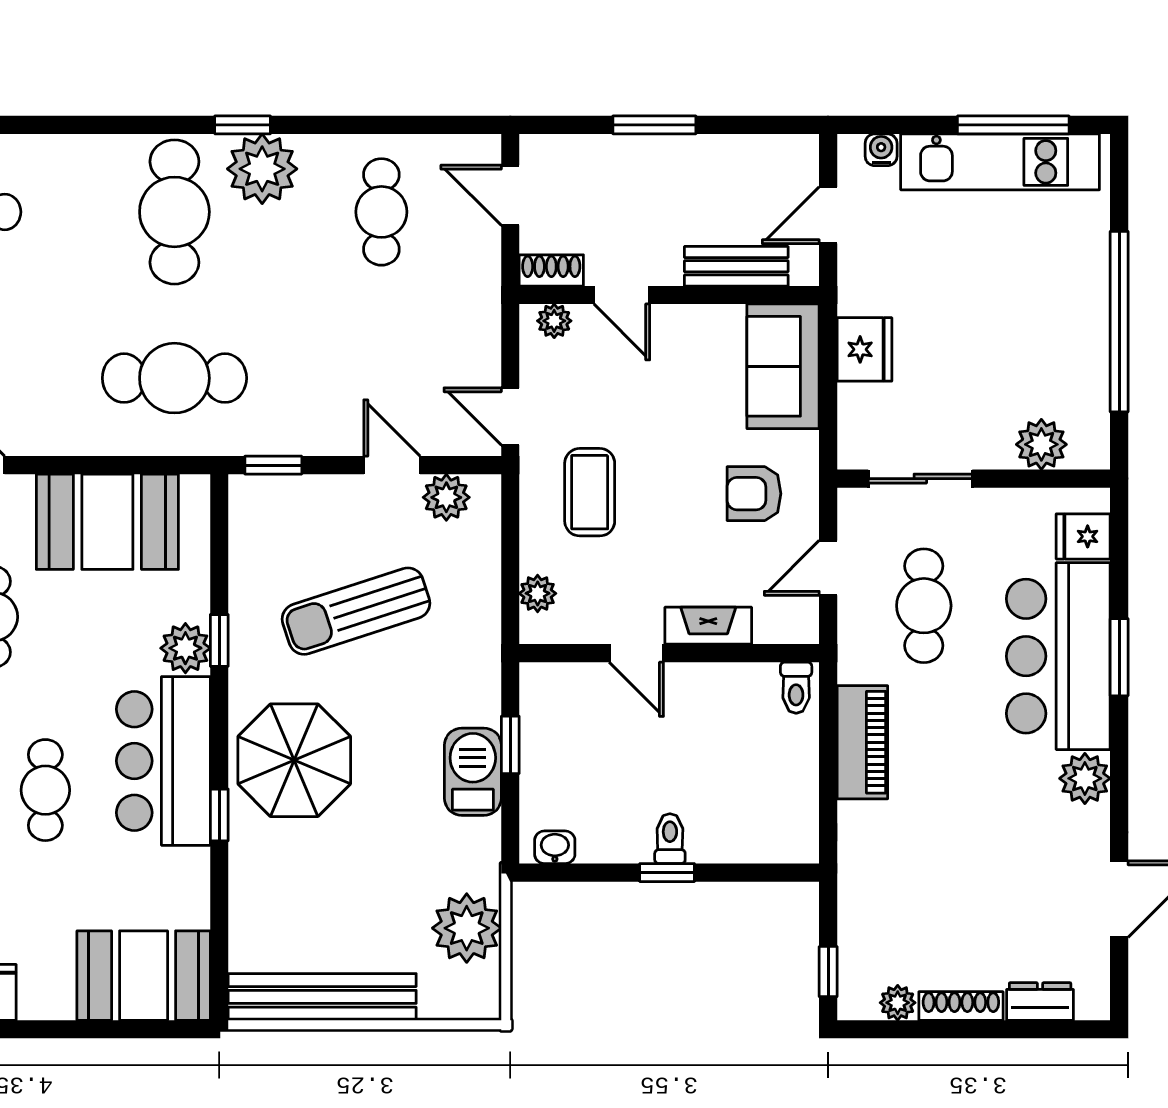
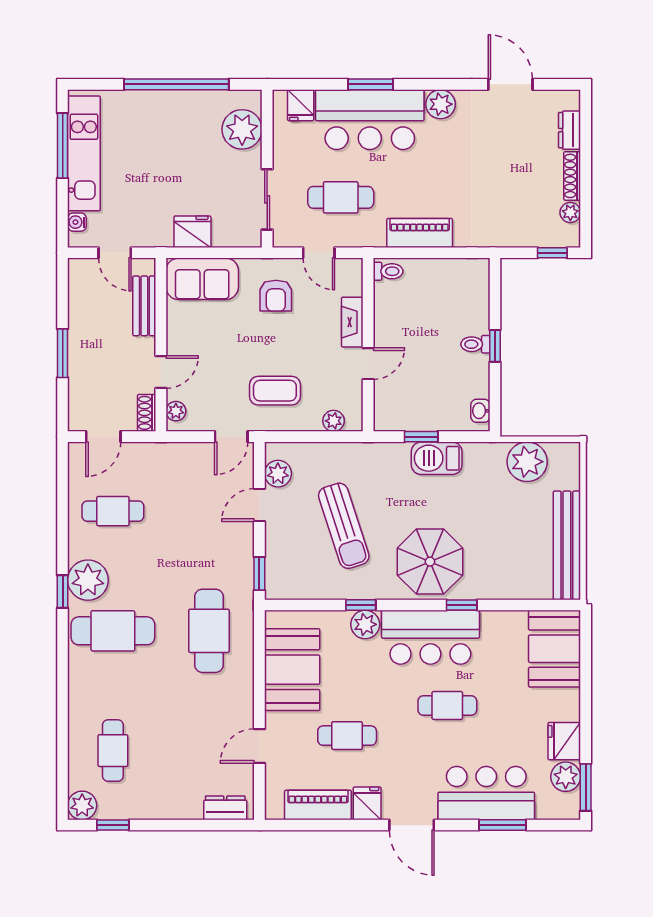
plant: (1041, 444) -> (242, 129), width x1.36, depth x1.36

